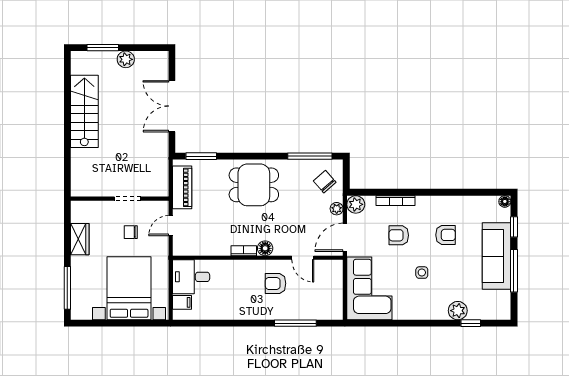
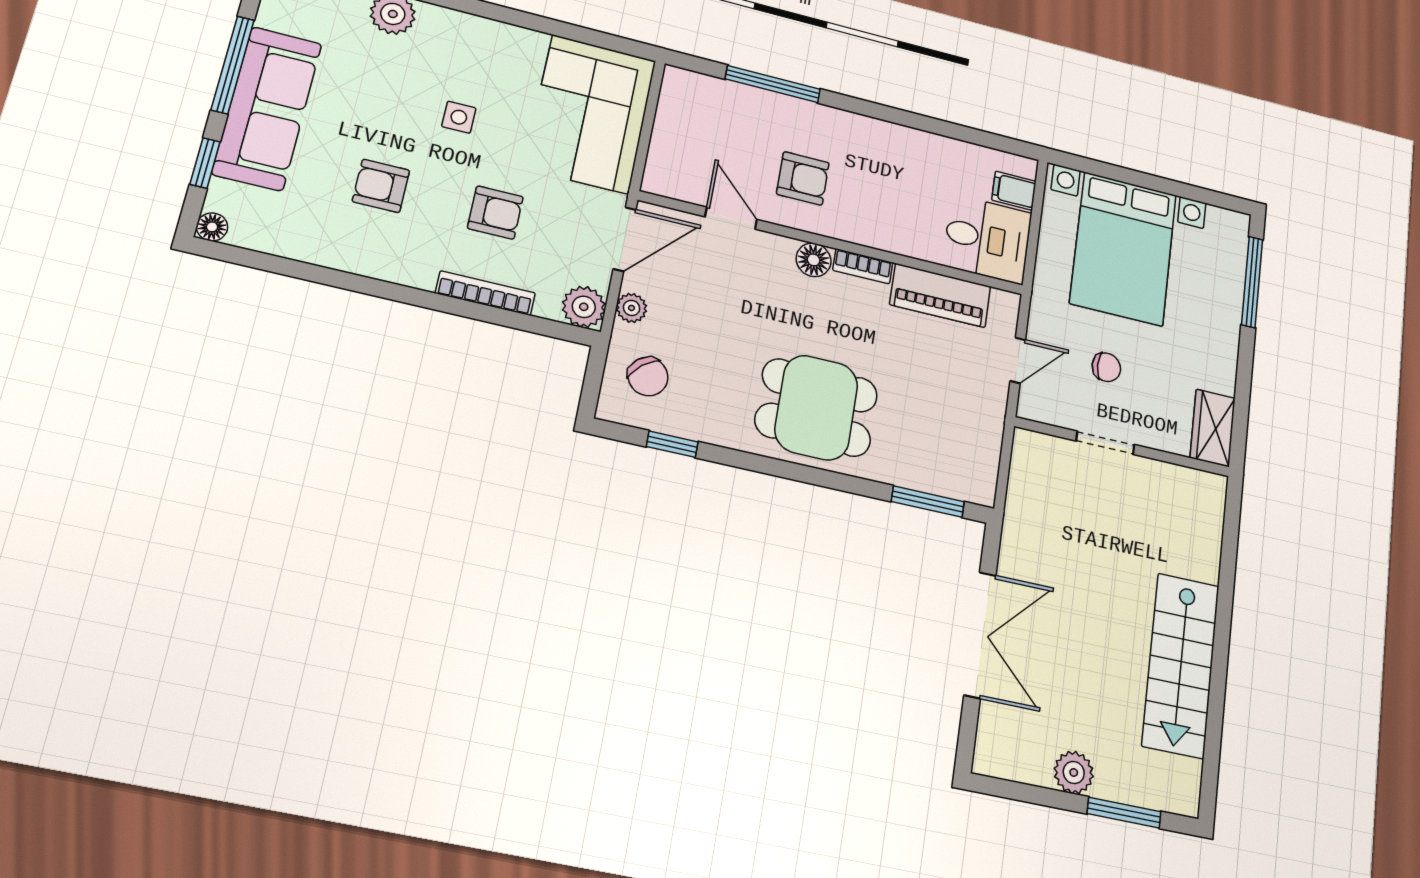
window: (310, 156) -> (672, 444), width x0.46
piano: (182, 187) -> (940, 295), moved, turned -90
wardrobe: (80, 239) -> (1213, 428), moved

